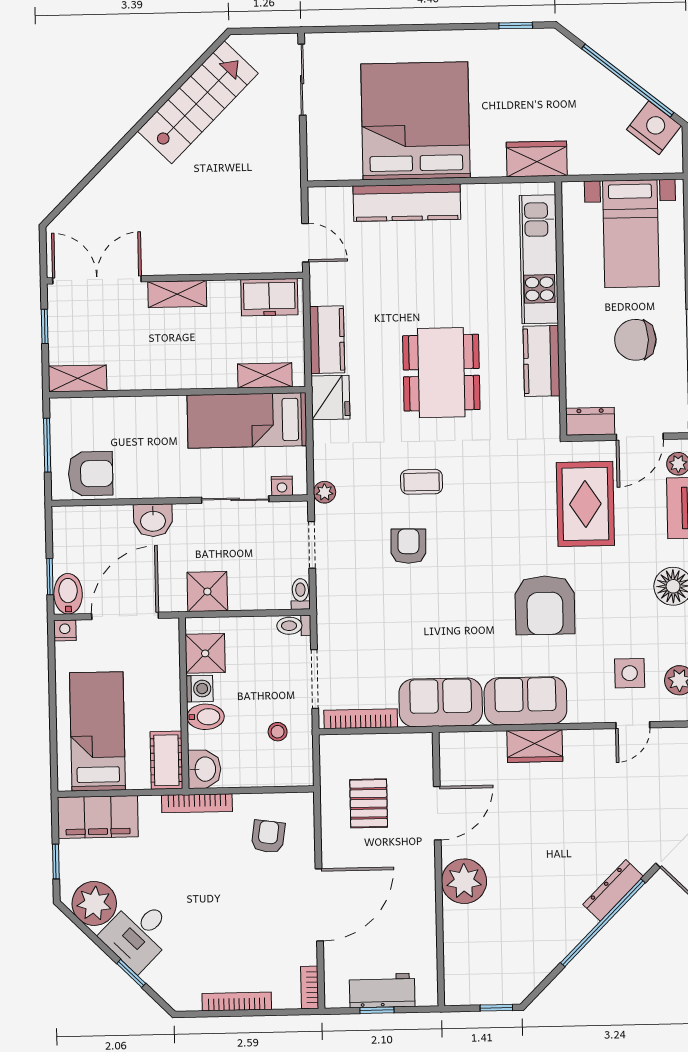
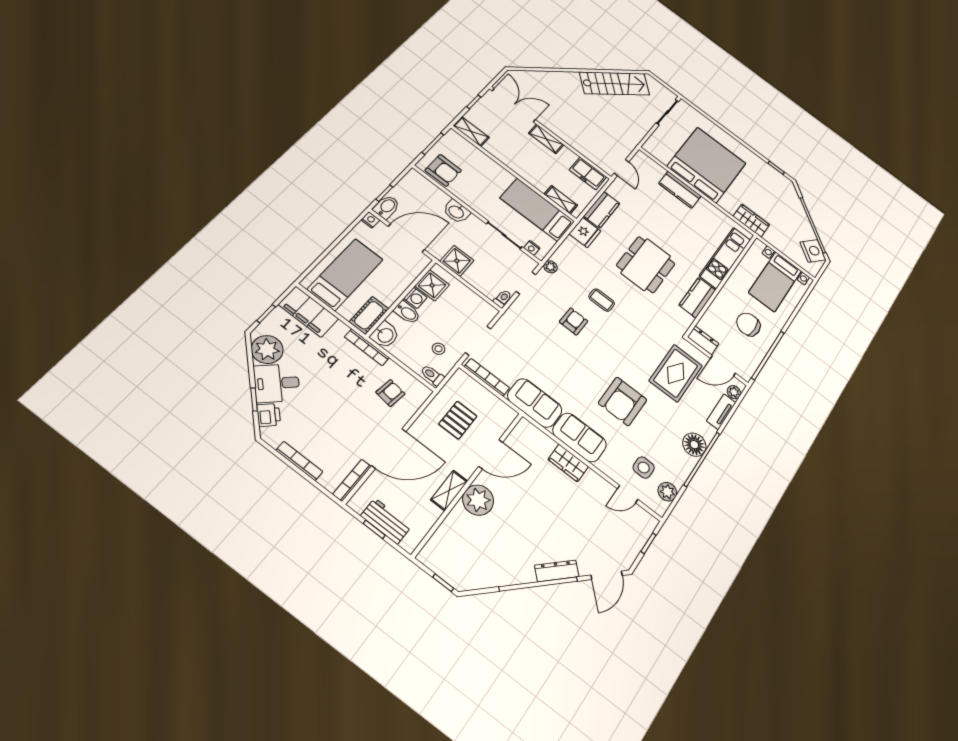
kitchen counter: (407, 203) -> (680, 190), width x0.67
toilet: (294, 626) -> (432, 375), moved
shelving: (423, 897) -> (449, 490), added
printer: (161, 978) -> (269, 415), added
bookcase: (310, 987) -> (352, 480), width x1.56

